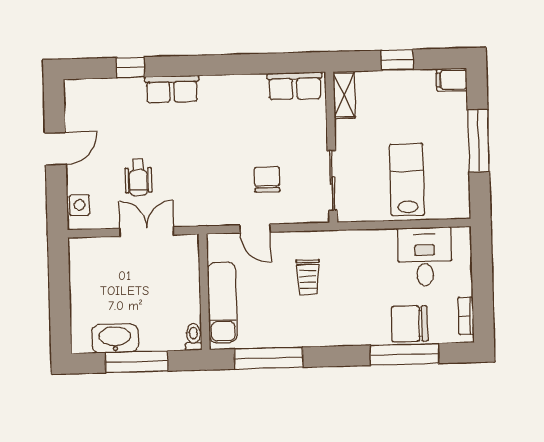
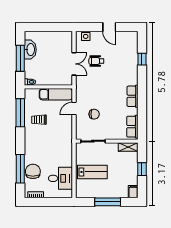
row of seats: (172, 89) -> (133, 96), moved
trolley: (308, 277) -> (39, 120), moved
exam couch: (222, 302) -> (56, 94), moved

